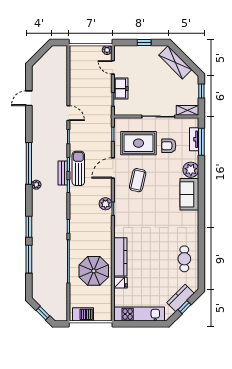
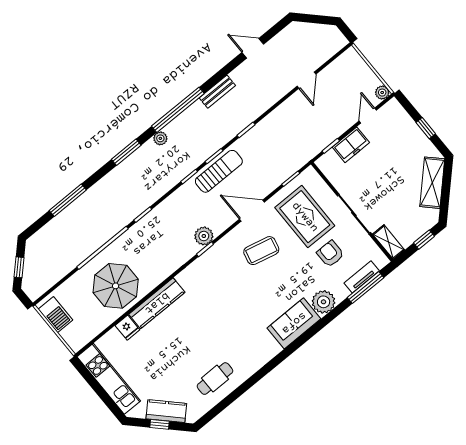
door: (68, 113) -> (306, 80), moved
bench: (63, 173) -> (217, 92), moved
window: (29, 227) -> (126, 152), moved

